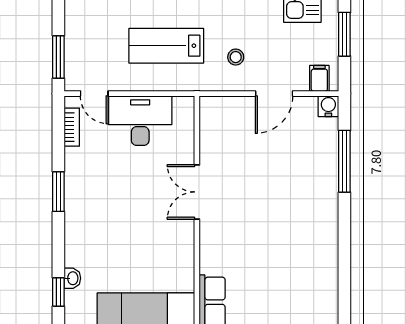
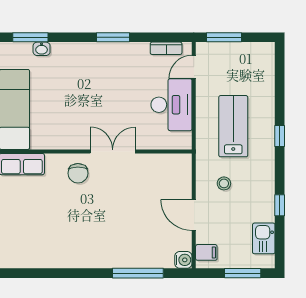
chair: (223, 234) -> (78, 173), added
window: (58, 292) -> (30, 37), width x1.50

